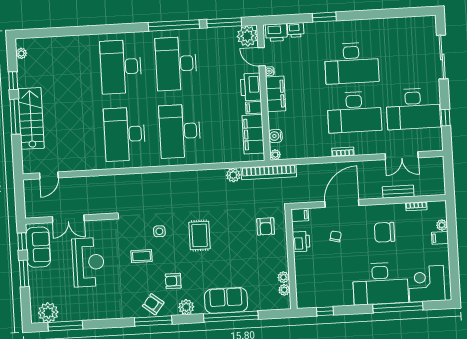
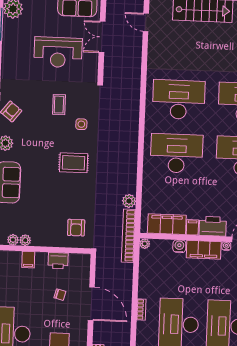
water cooler: (275, 136) -> (179, 246), moved
filing cabinet: (300, 215) -> (28, 260), moved
armchair: (266, 226) -> (76, 228), turned -90
armchair: (173, 281) -> (32, 133), removed

